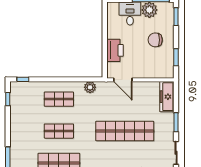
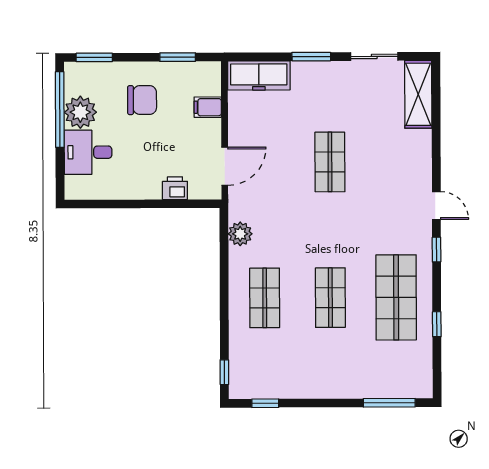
chair: (155, 40) -> (142, 100), turned -90
printer: (115, 50) -> (175, 188), width x0.53, depth x0.68
filing cabinet: (152, 72) -> (208, 107), added
shop shelf: (125, 131) -> (330, 162), width x0.50, depth x0.74

